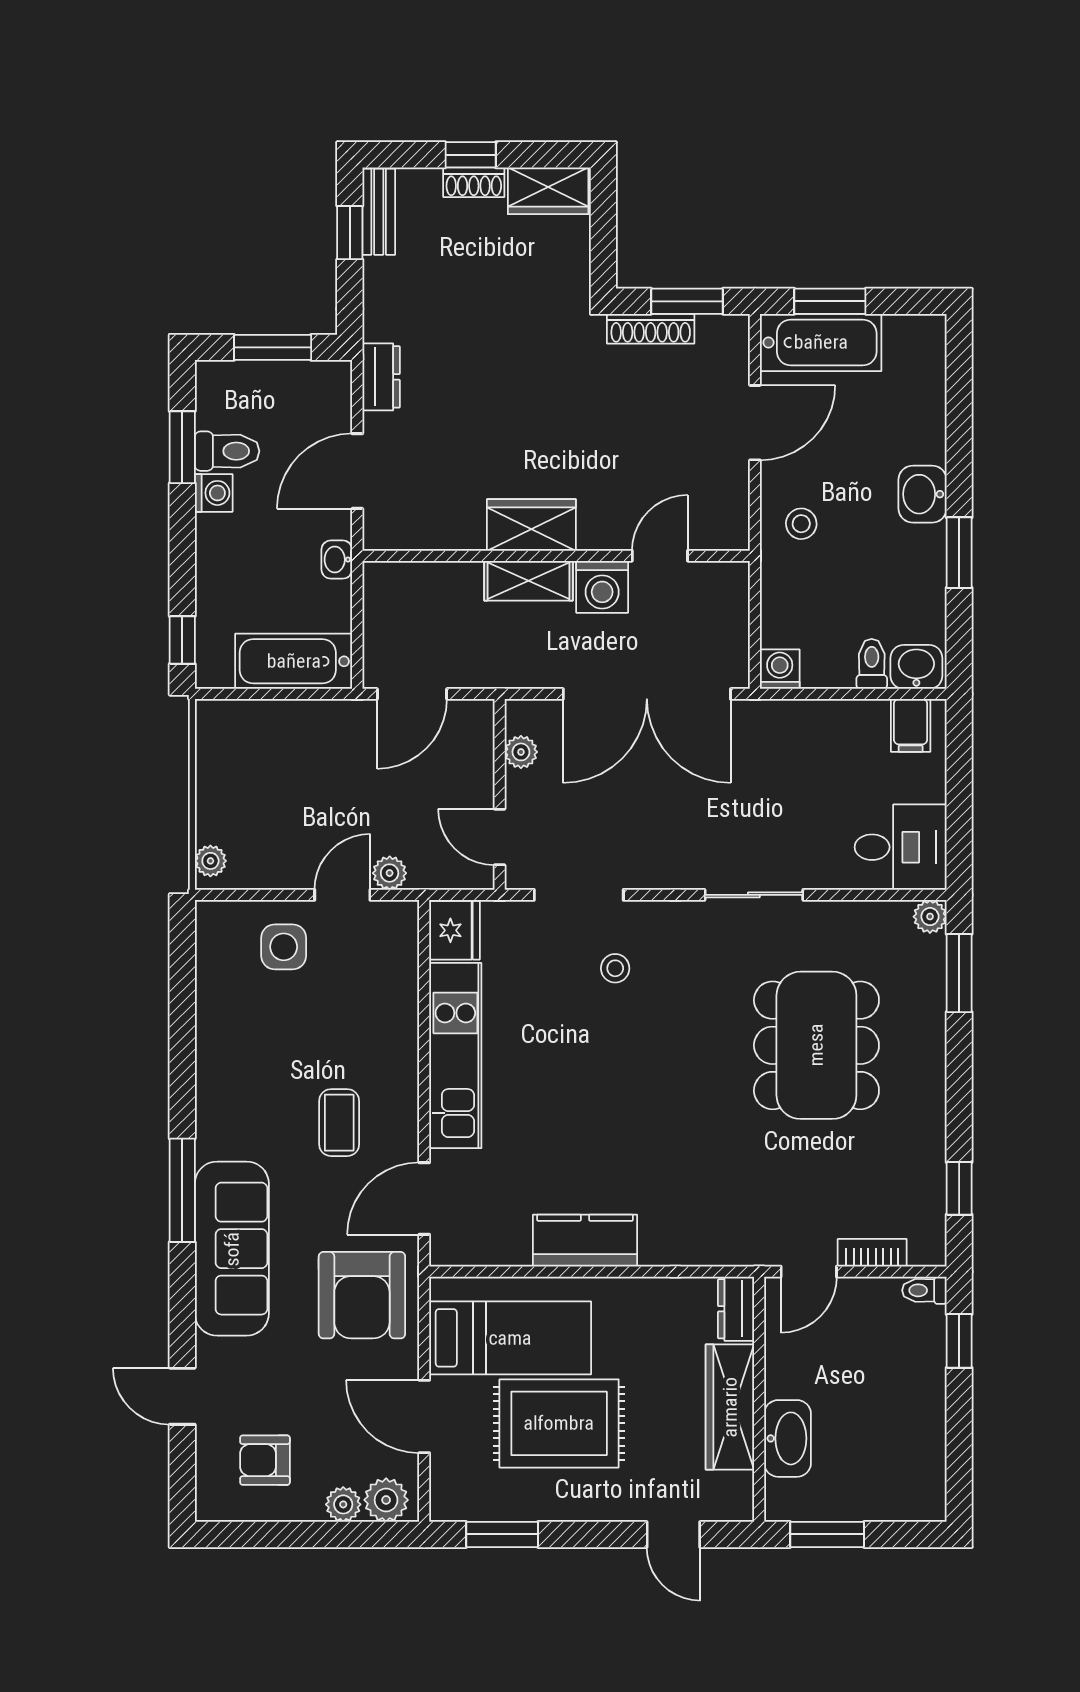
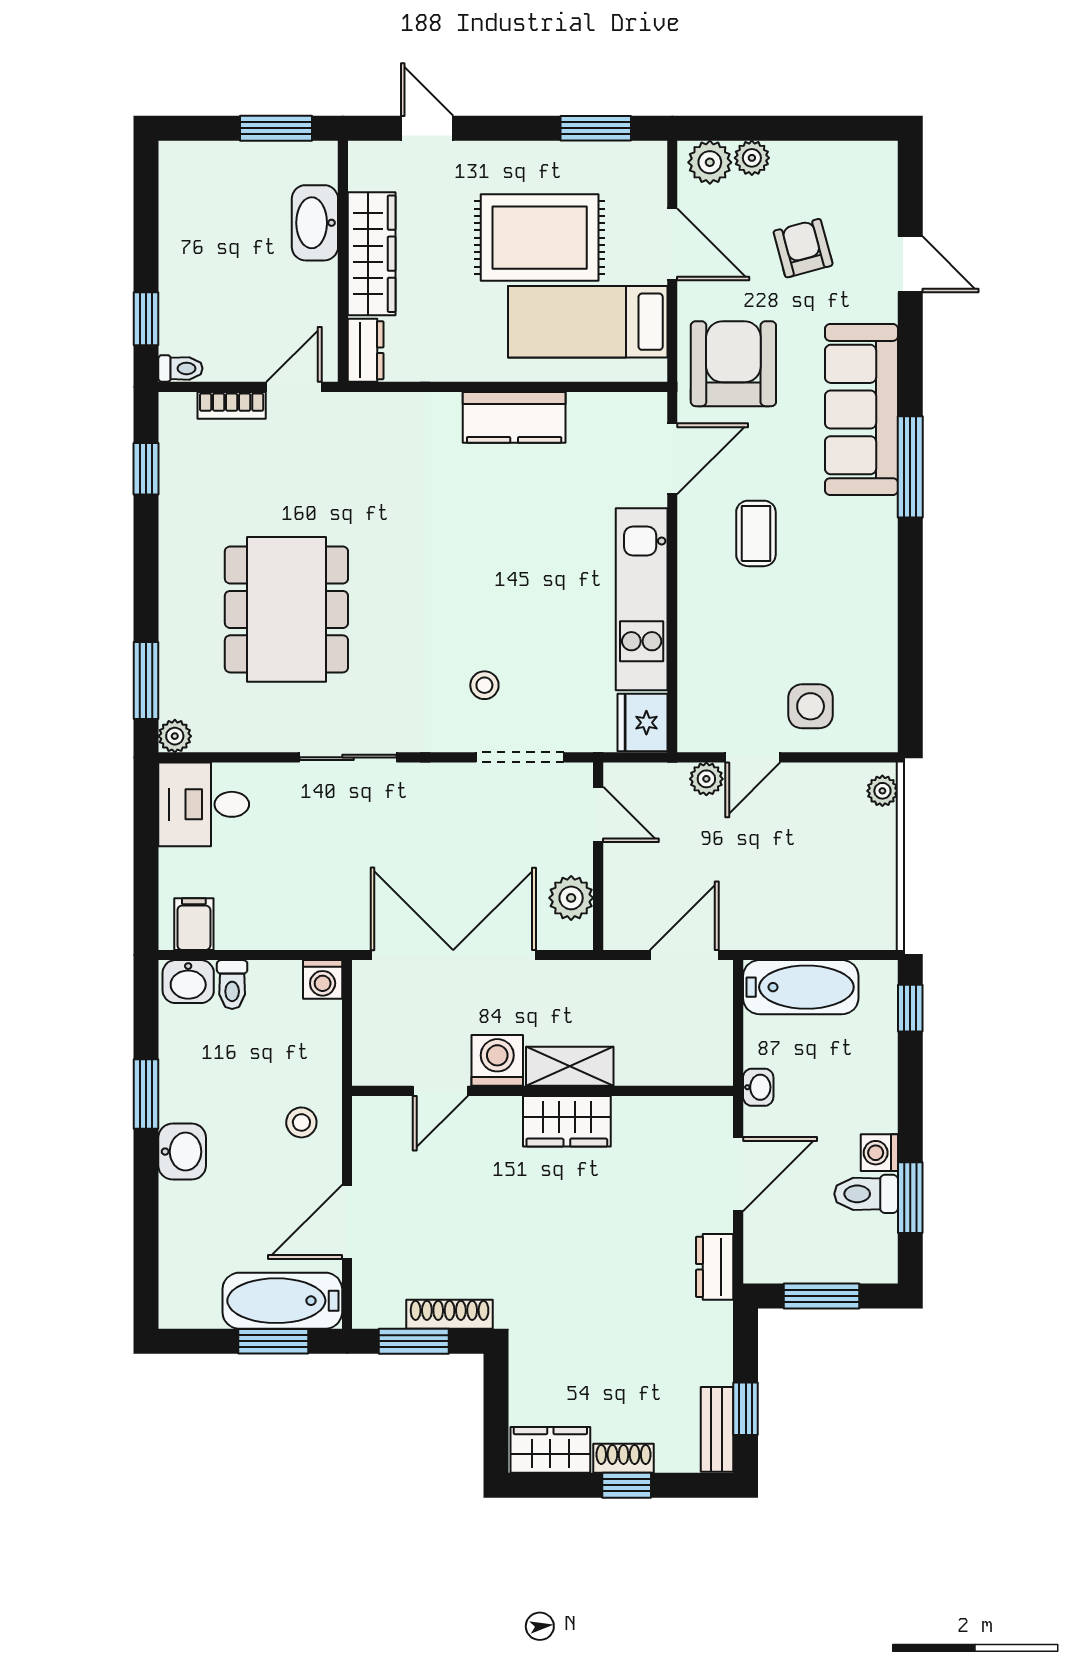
plant: (521, 752) -> (571, 898), width x1.38, depth x1.38
armchair: (265, 1460) -> (803, 248), moved, turned -105

